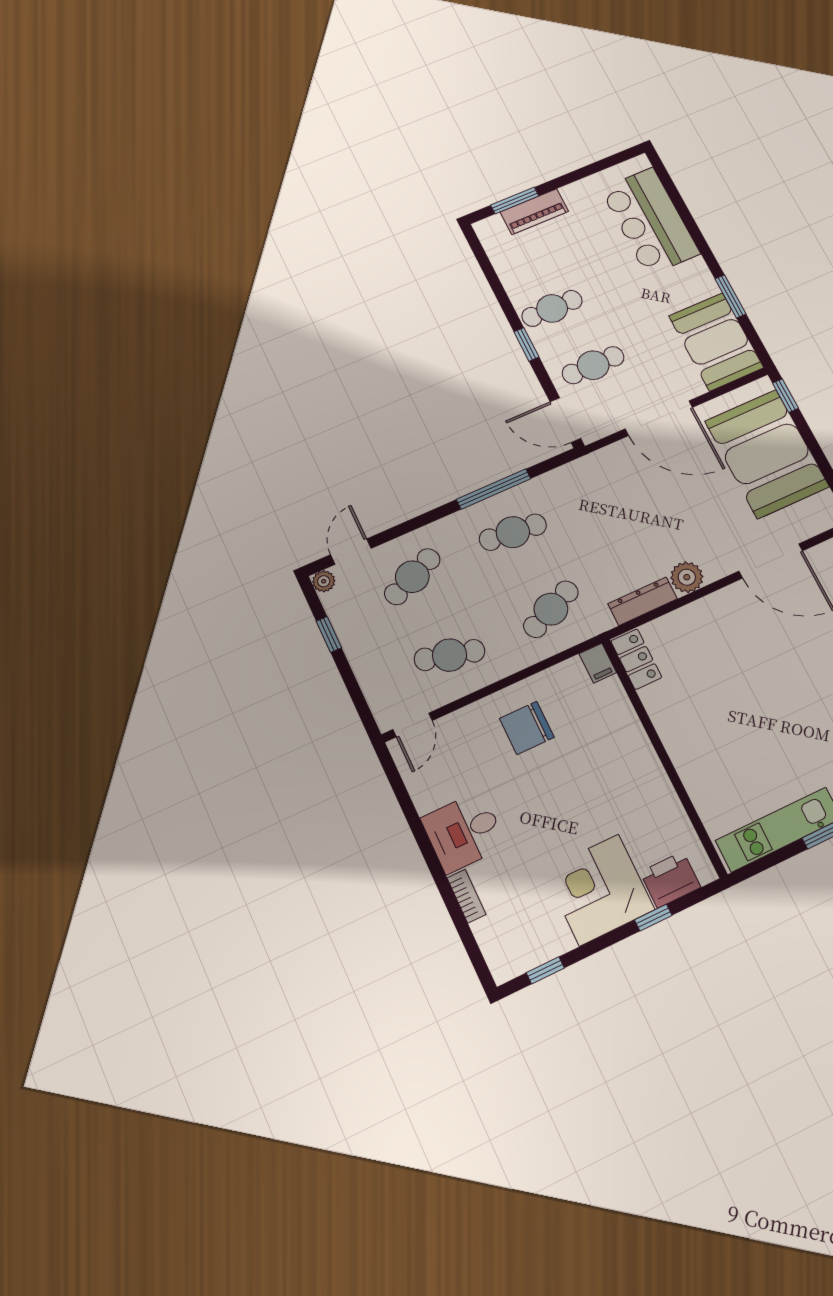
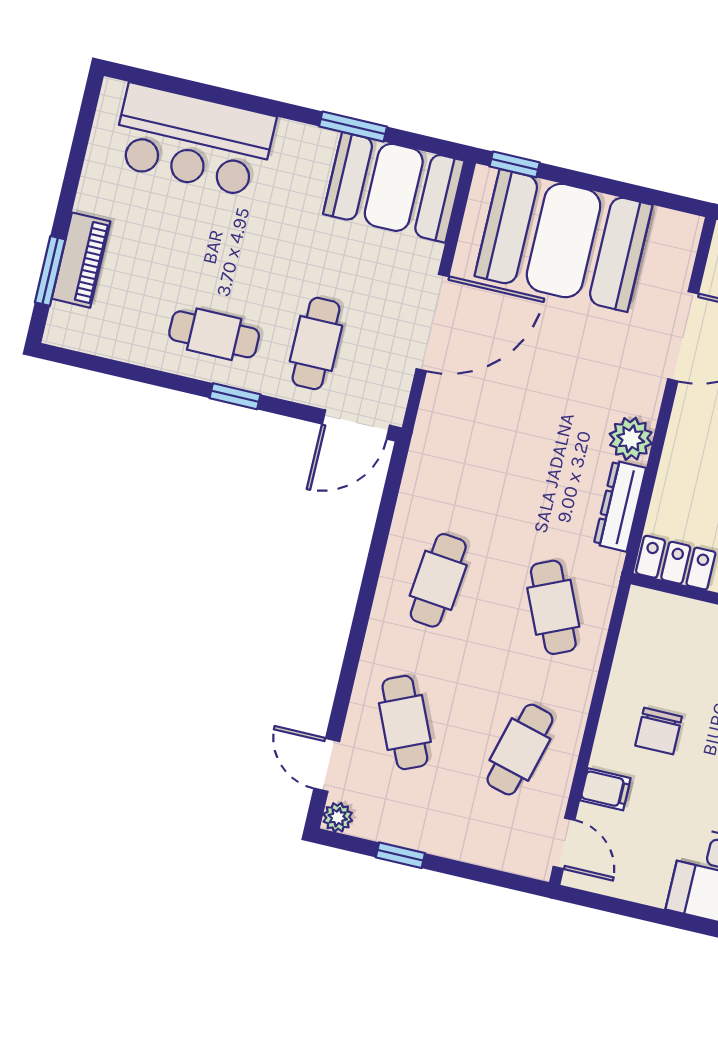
cafe table: (552, 308) -> (214, 334), turned 90
window: (494, 489) -> (374, 563), removed
filing cabinet: (598, 663) -> (605, 789), moved
chair: (527, 728) -> (659, 731), width x0.73, depth x0.73

